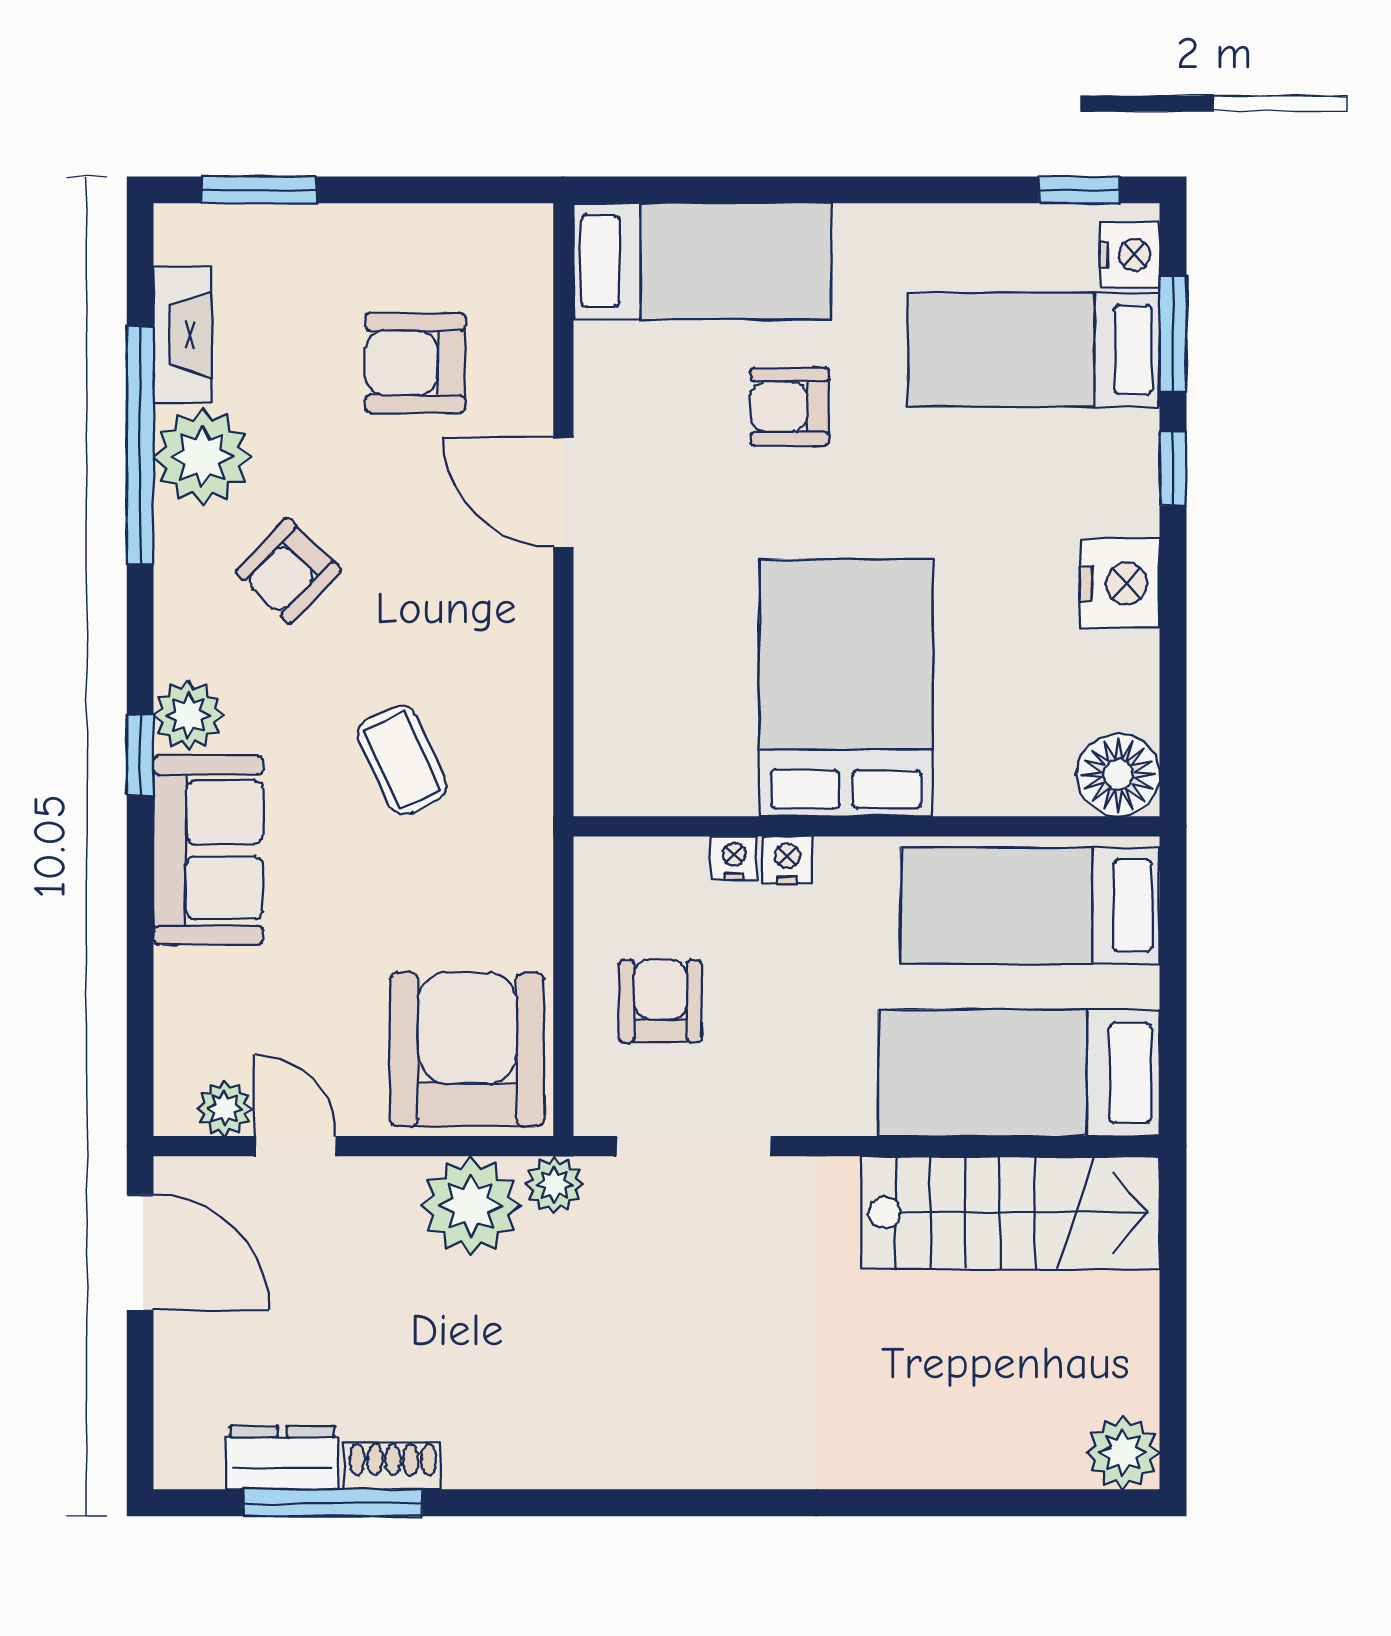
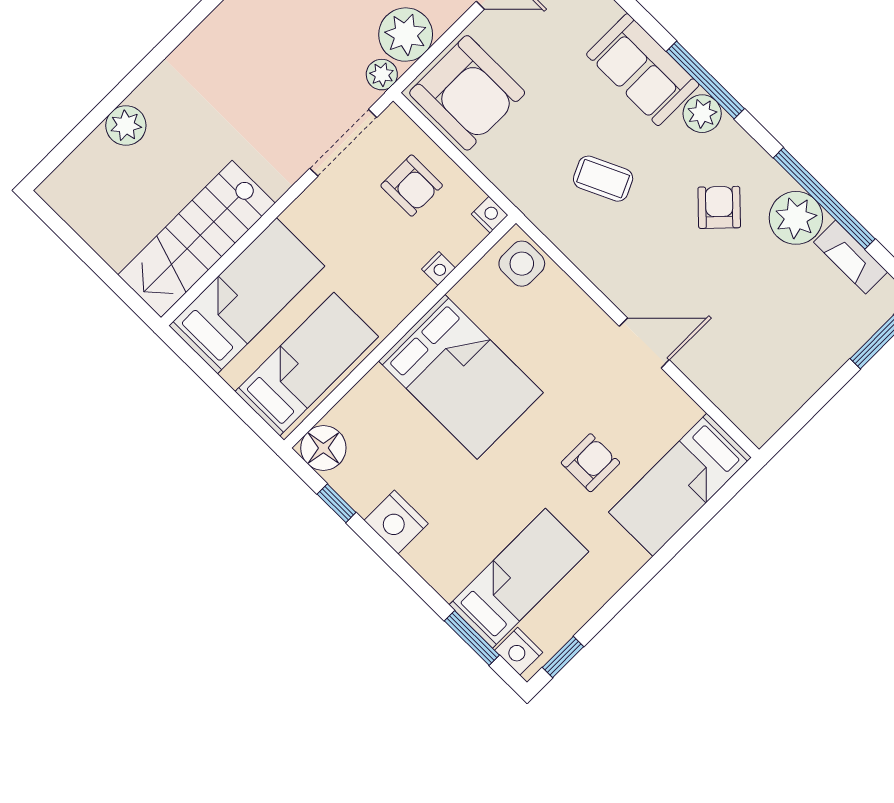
armchair: (415, 363) -> (751, 336), removed
window: (1173, 468) -> (337, 503), moved
window: (140, 755) -> (705, 80), width x2.17
side table: (619, 756) -> (522, 264), added
nightstand: (787, 860) -> (490, 215), moved, turned -90
plant: (1123, 1453) -> (126, 125), moved

